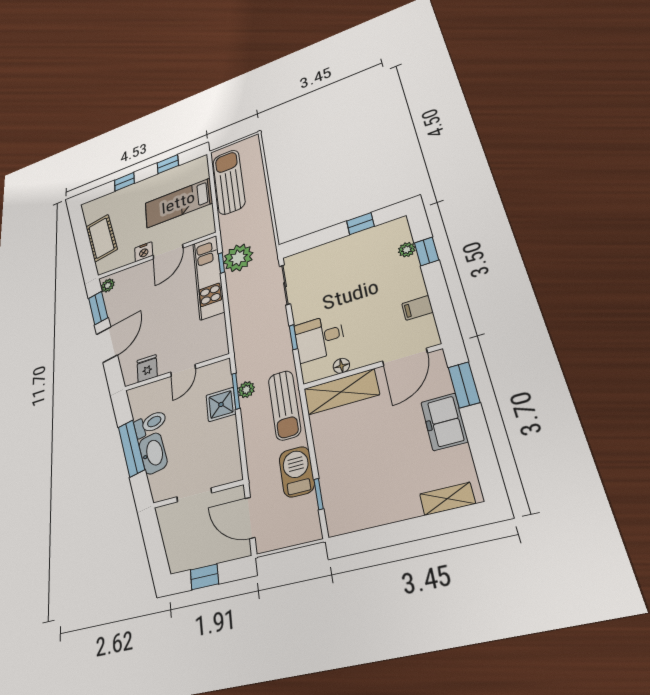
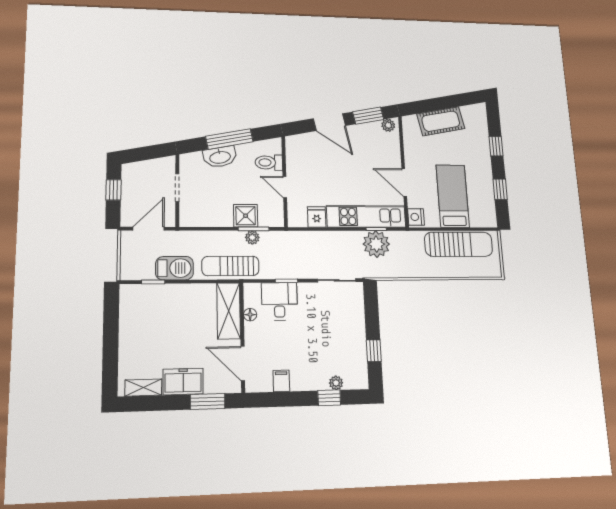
nightstand: (144, 252) -> (416, 217), moved
fridge: (147, 368) -> (317, 217), moved, turned -90
toilet: (150, 424) -> (269, 163), moved, turned 101
shelving: (447, 499) -> (143, 388), moved, turned 90

